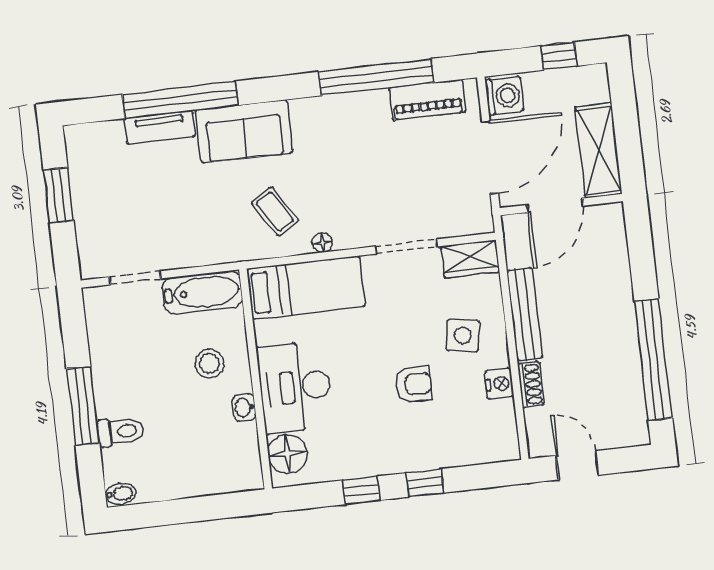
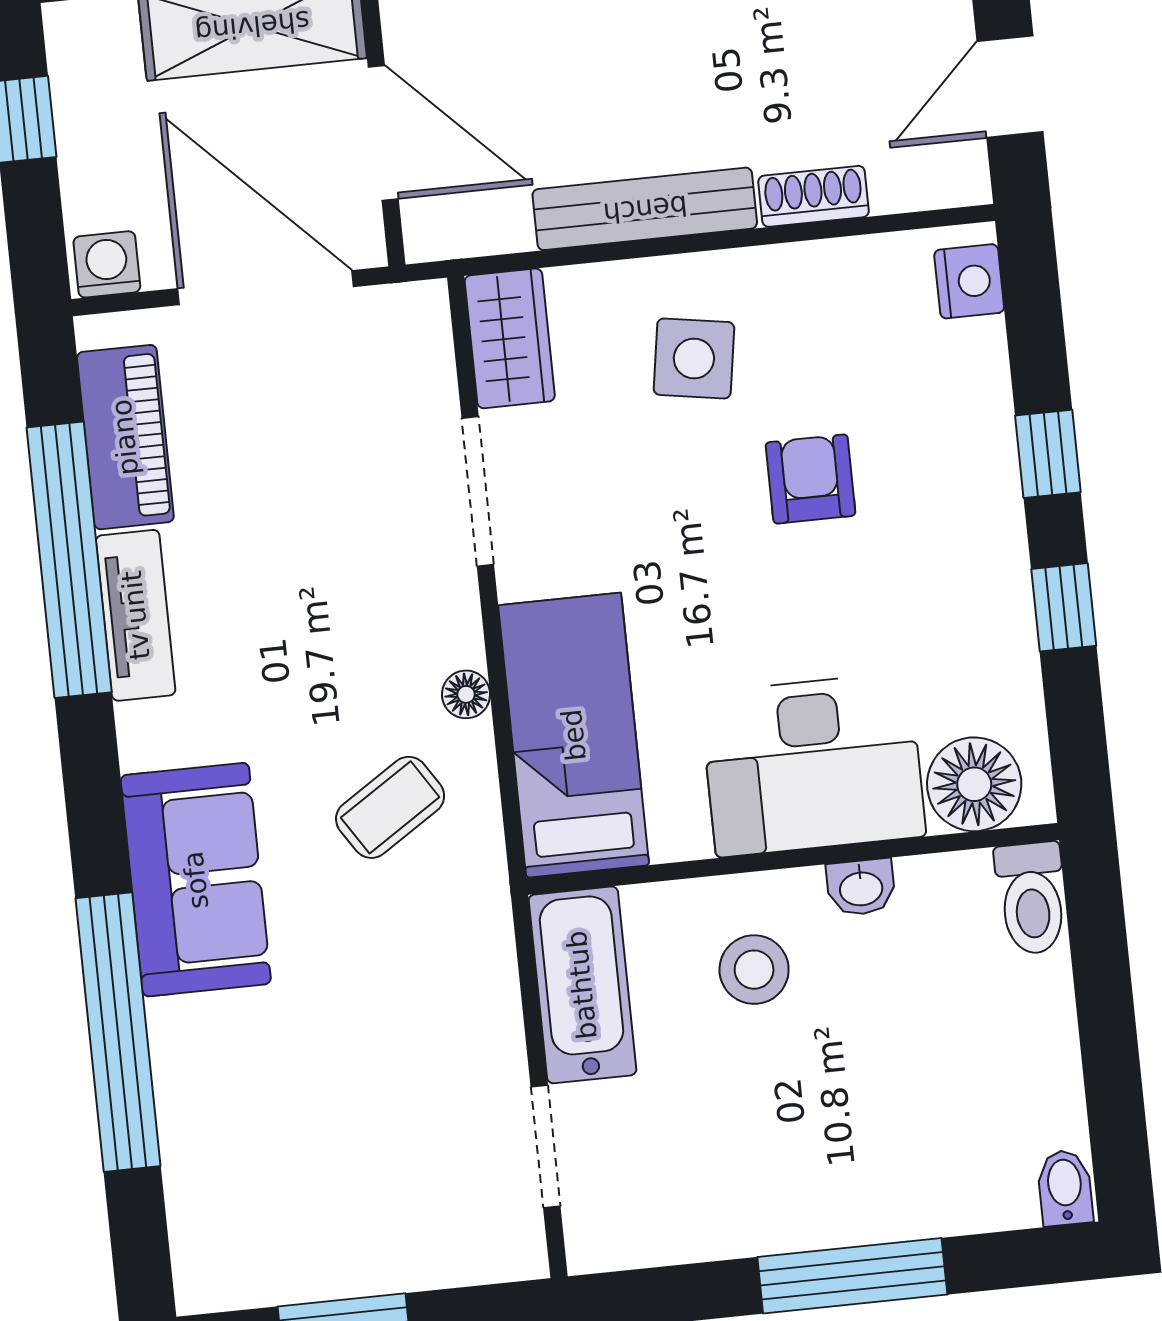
washing machine: (504, 96) -> (107, 264), width x0.73, depth x0.73
tv unit: (160, 127) -> (136, 615), moved
nightstand: (499, 384) -> (969, 281), moved, turned 90
toilet: (121, 432) -> (1032, 898), moved, turned 180

